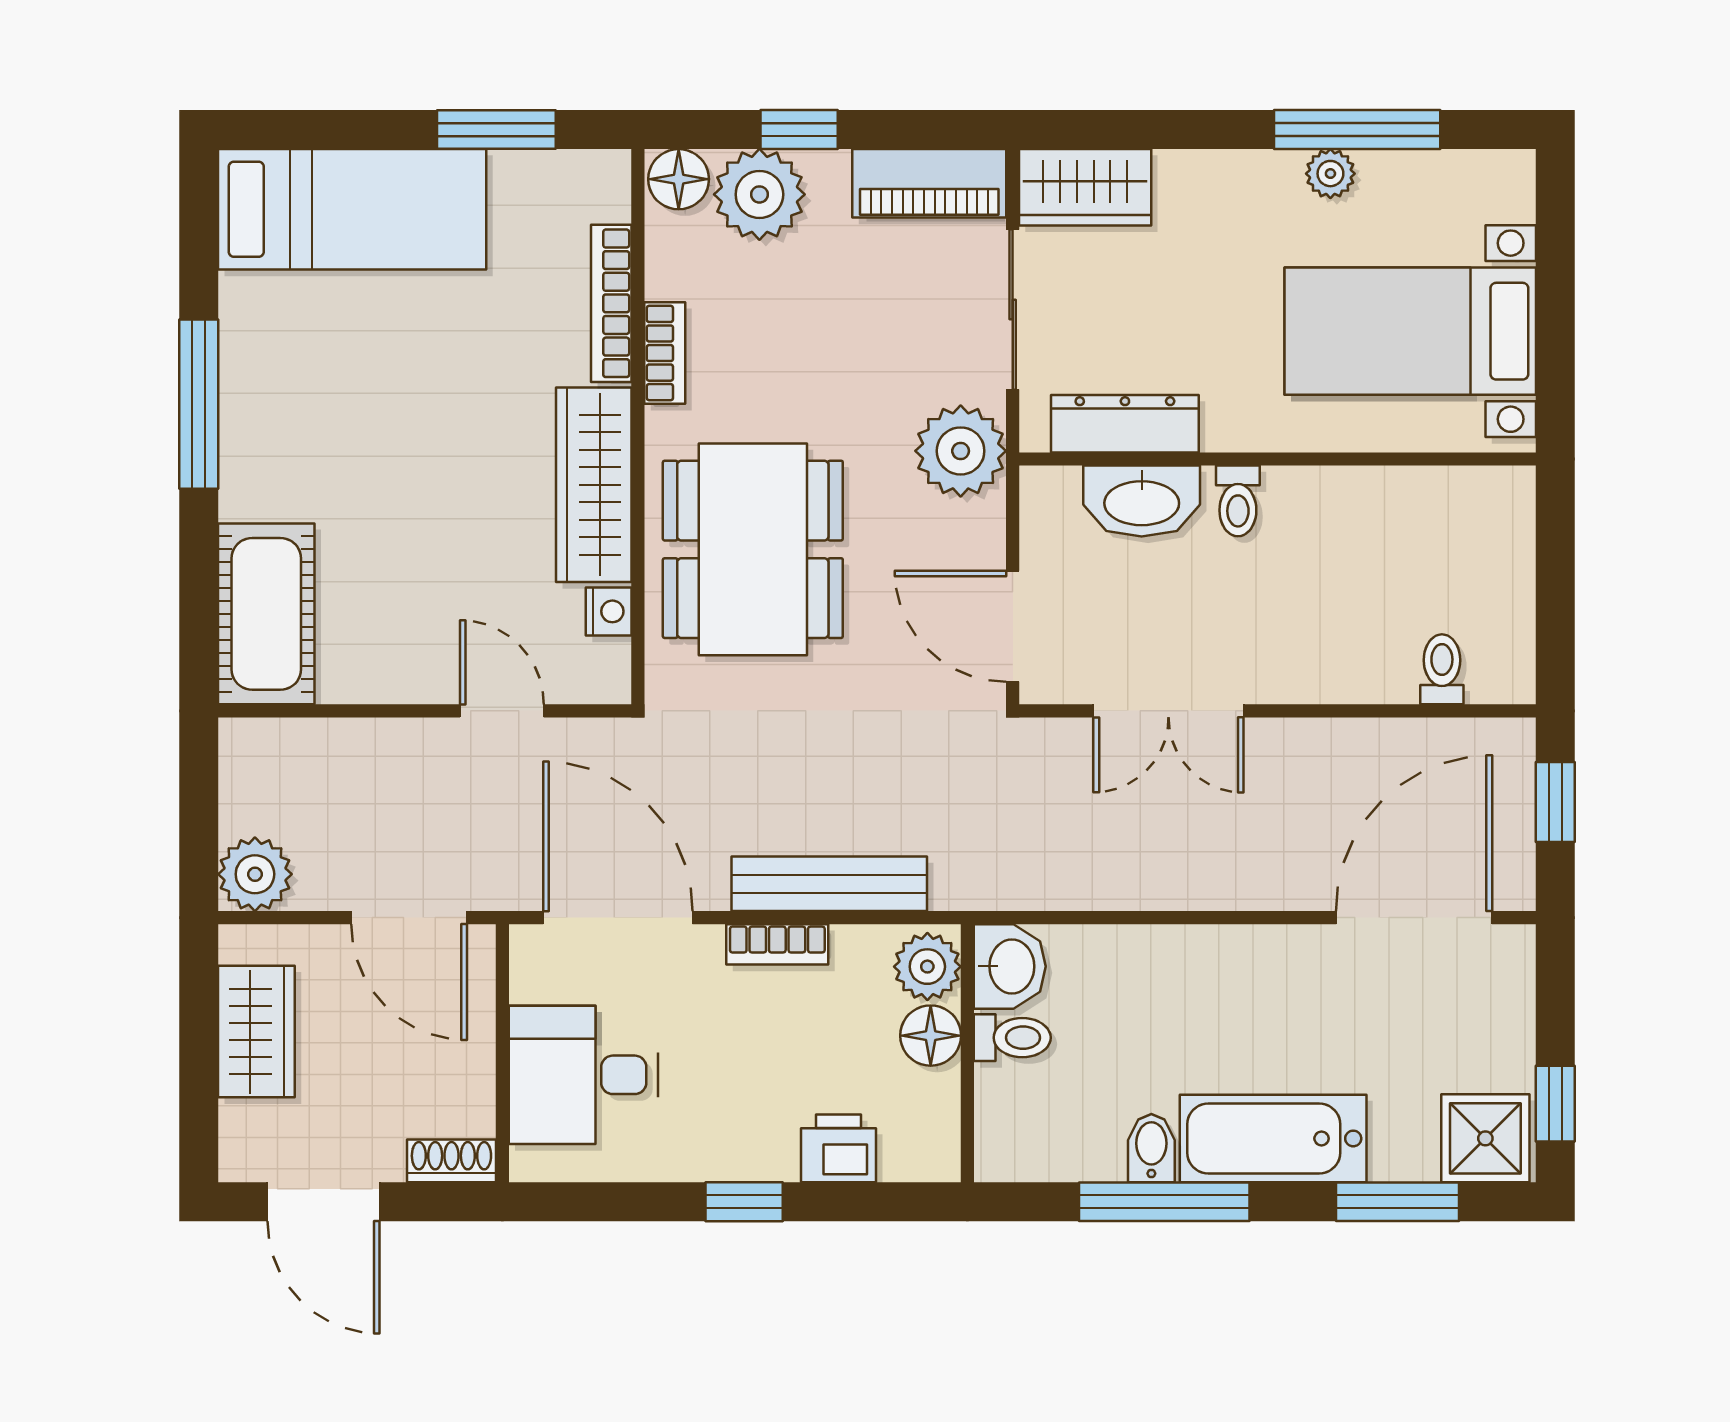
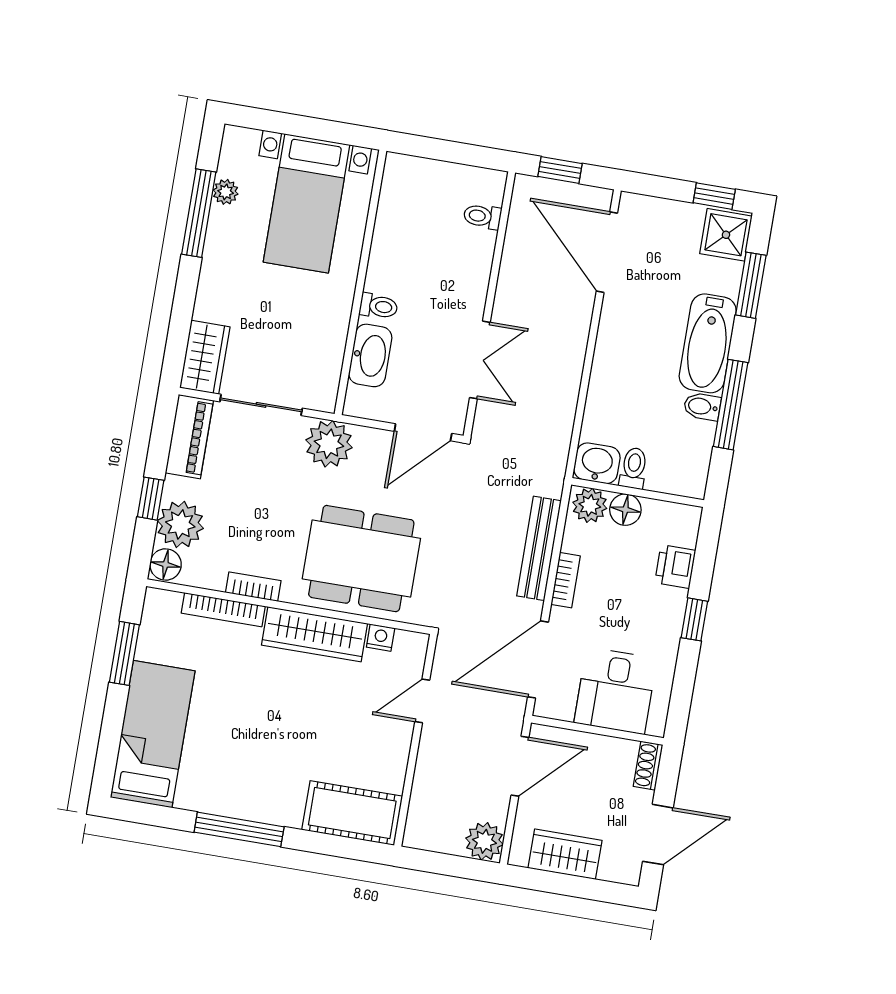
plant: (1330, 174) -> (226, 192), moved
dresser: (1125, 424) -> (329, 357), removed

